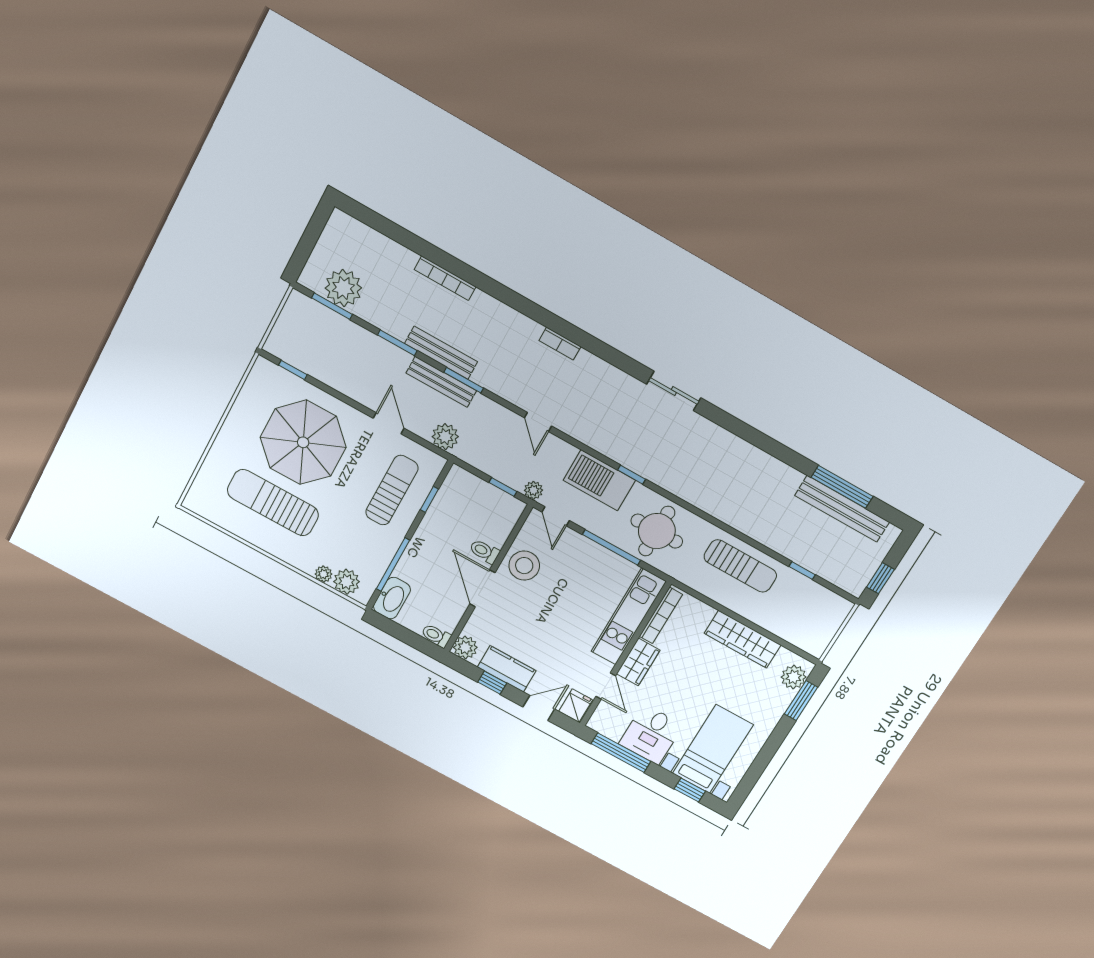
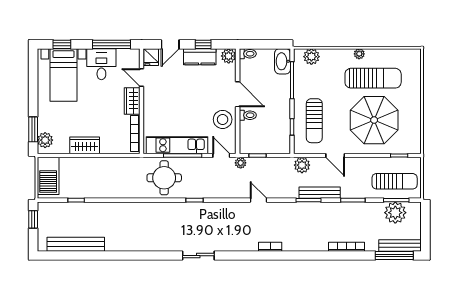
bench: (441, 353) -> (400, 245), moved
barbecue: (599, 480) -> (48, 176), moved, turned 90
window: (842, 487) -> (394, 256), moved
sun lounger: (740, 566) -> (395, 181), moved, turned 180
plant: (324, 574) -> (359, 54), moved
kitchen unit: (629, 616) -> (177, 145), moved, turned -90
wardrobe: (743, 639) -> (85, 145), width x0.67

